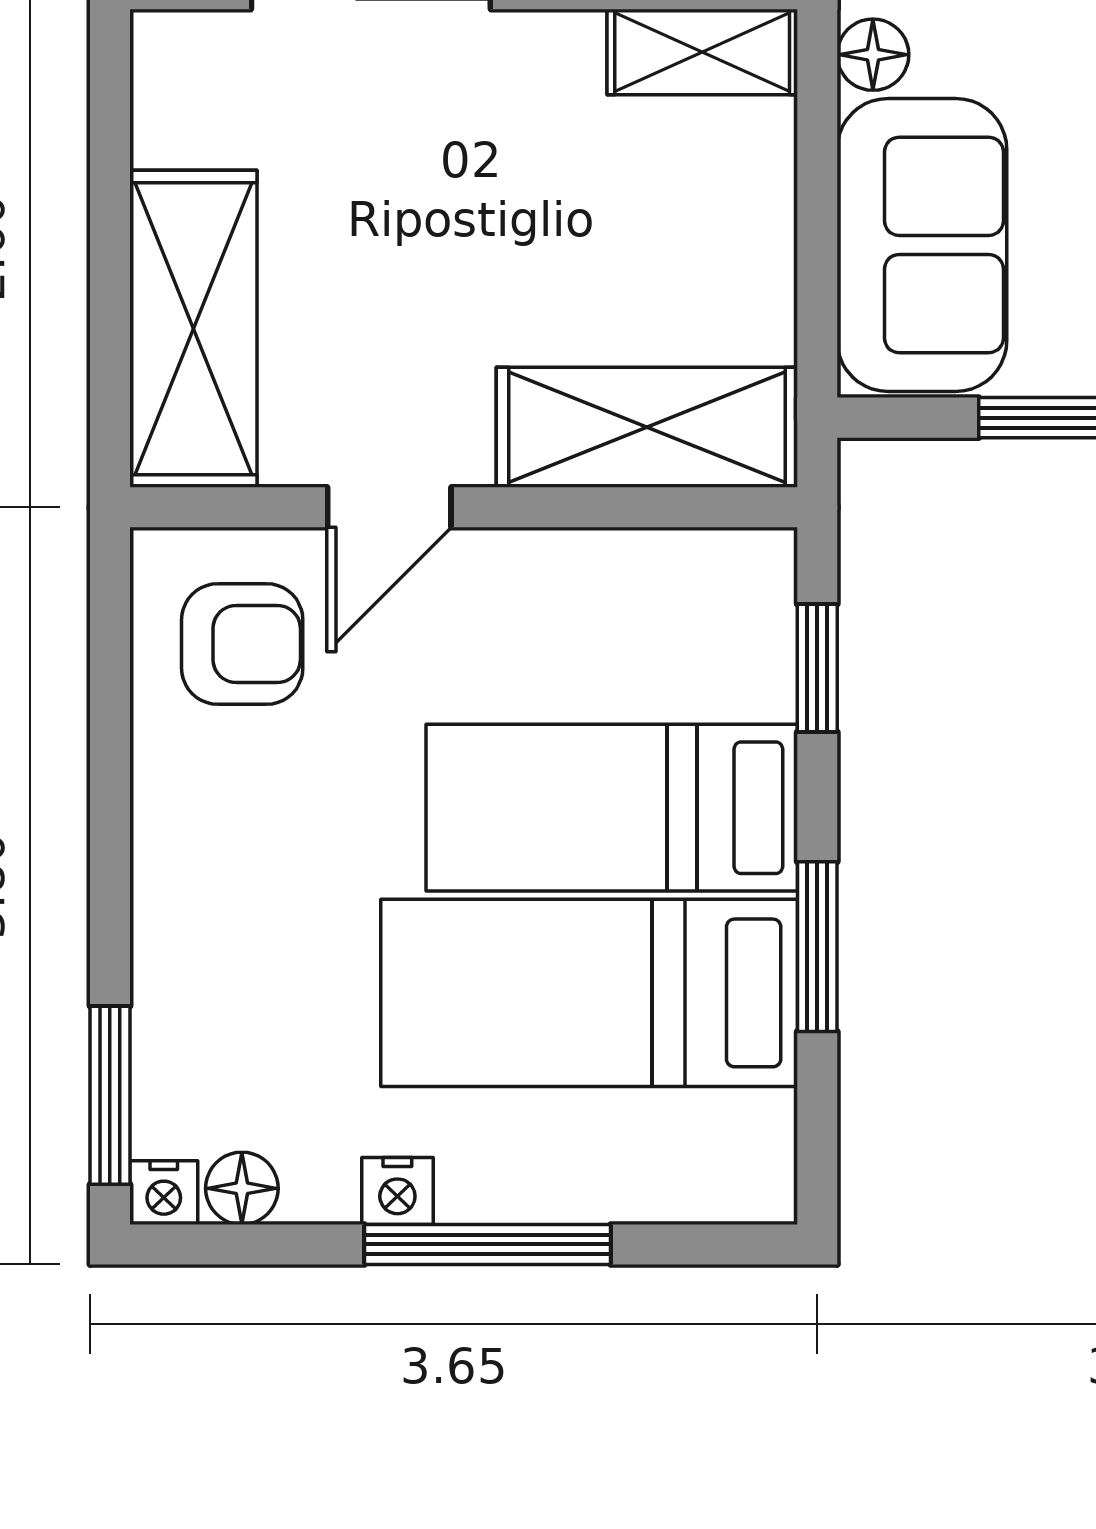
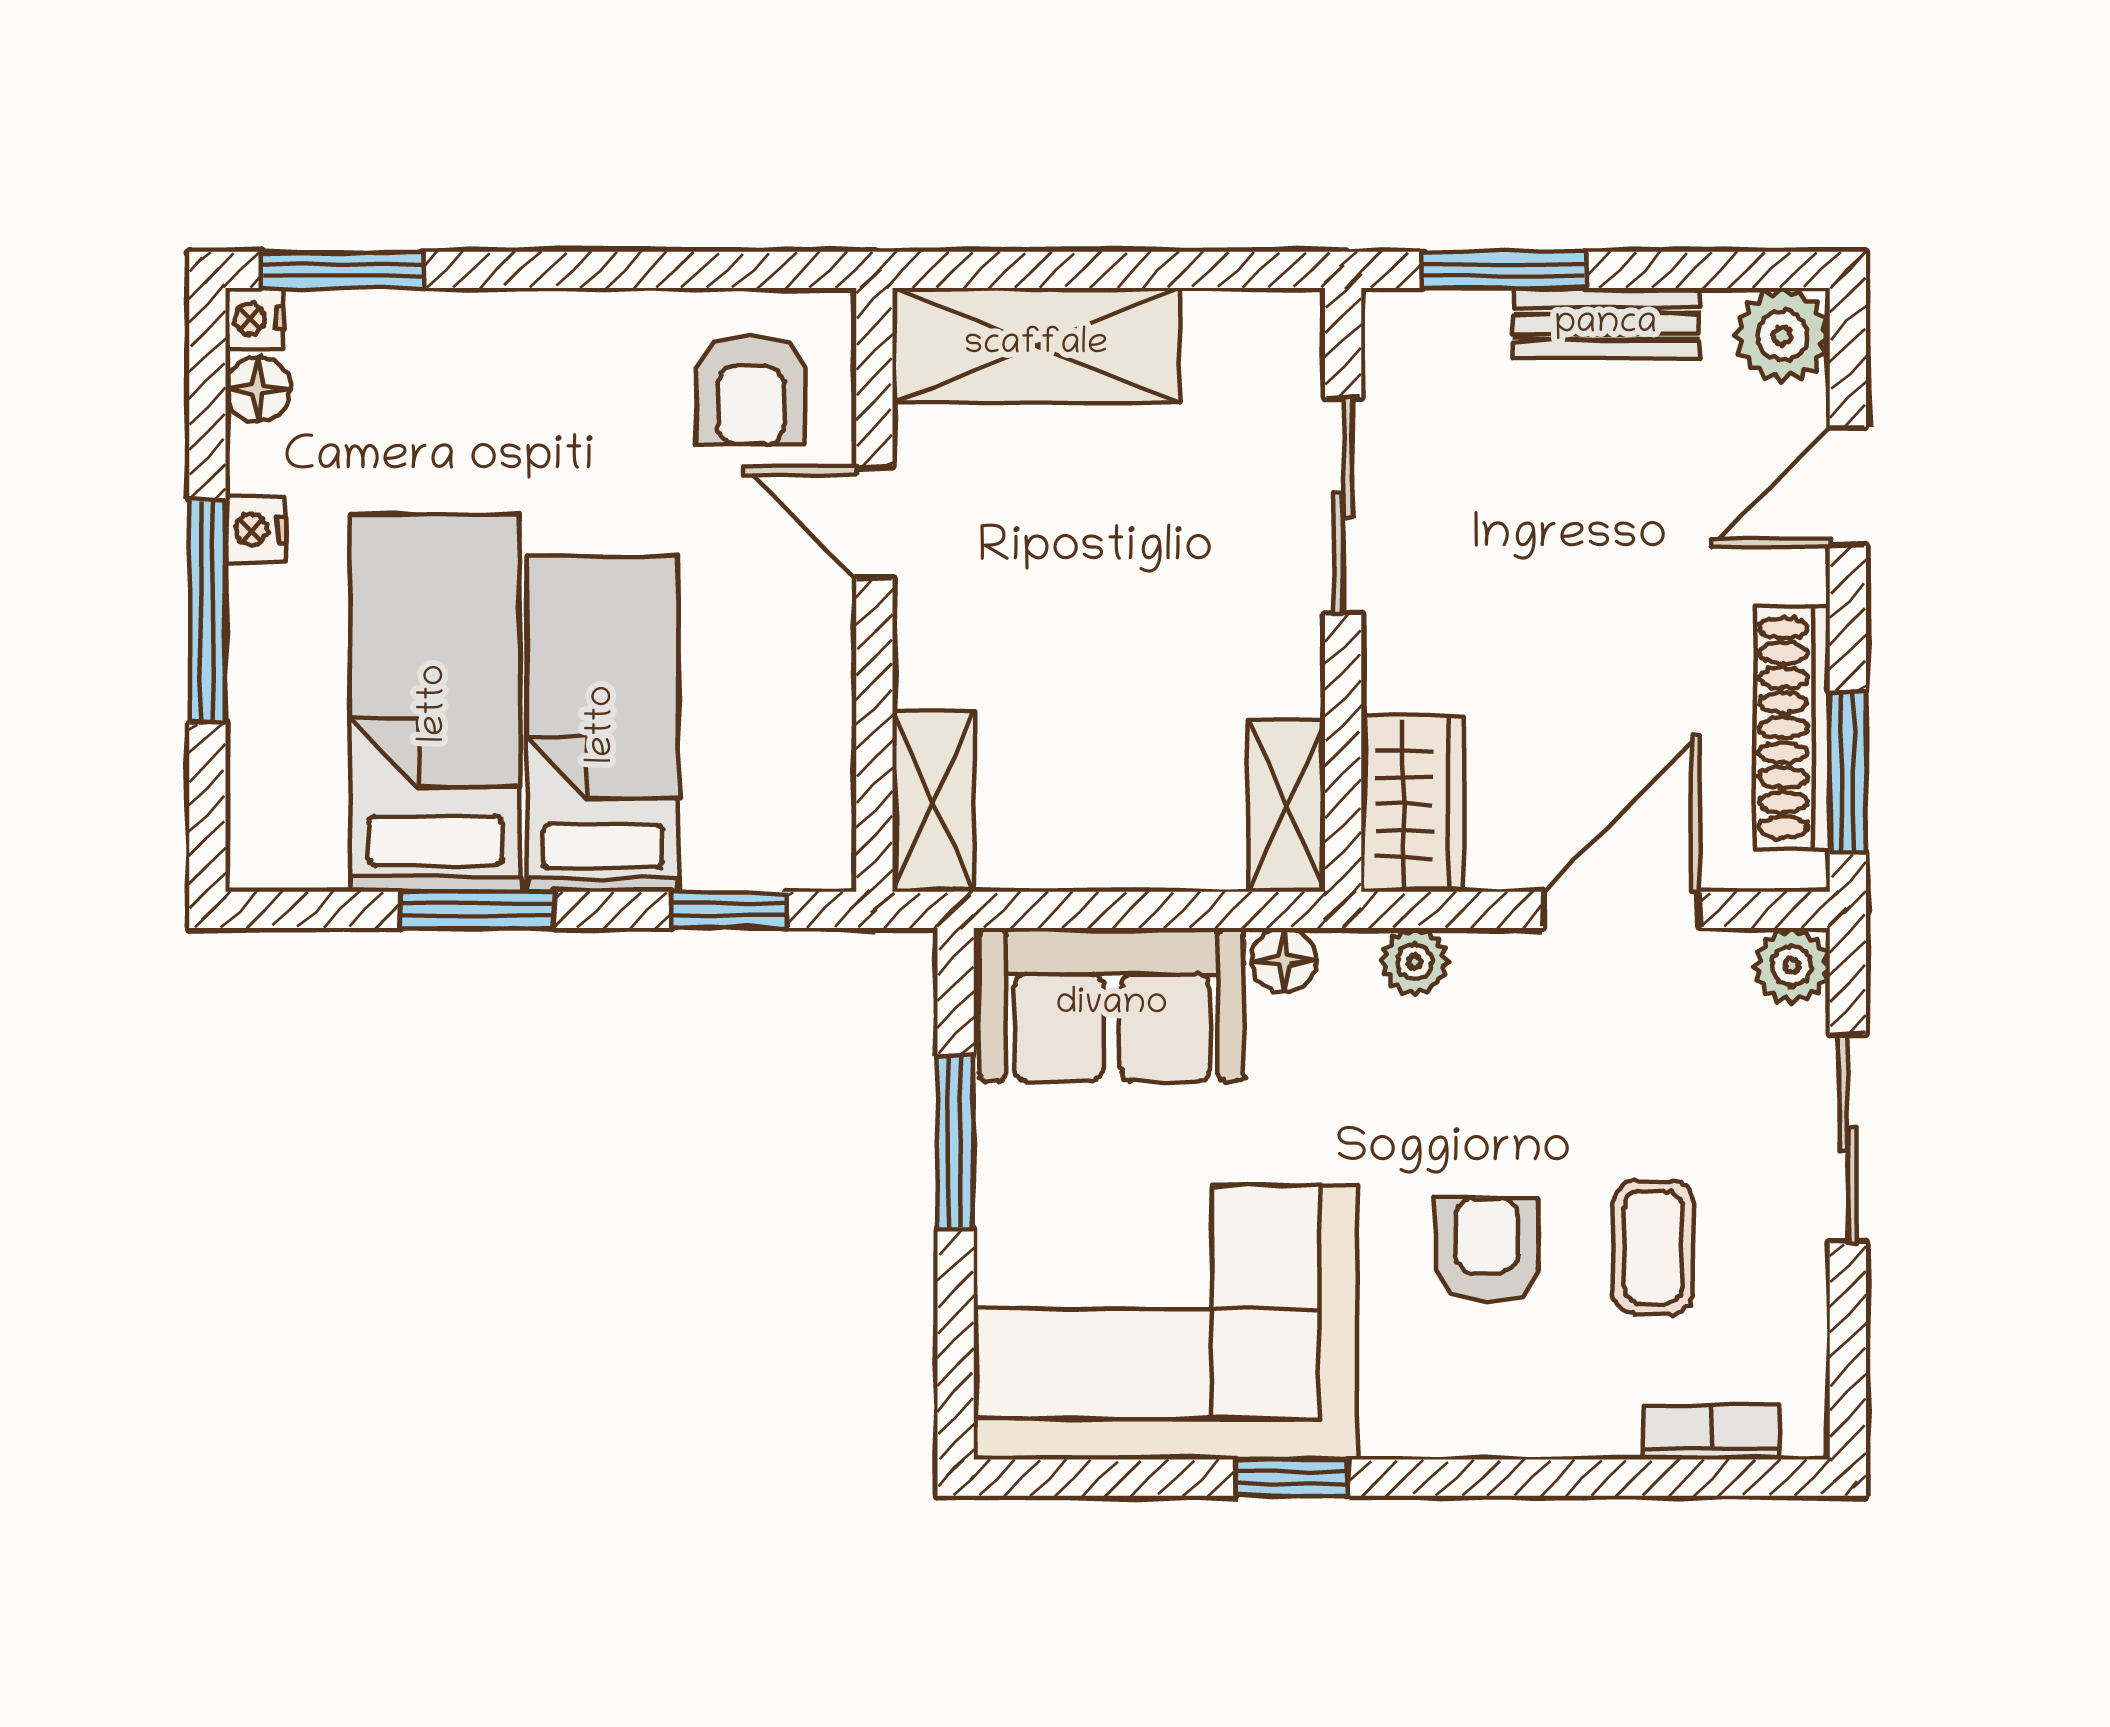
shelving: (647, 427) -> (933, 801), width x0.67, depth x0.75

